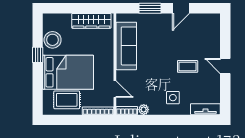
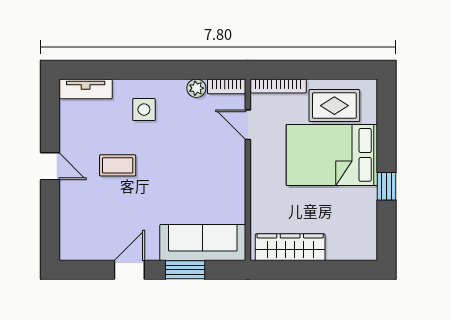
stool: (53, 40) -> (360, 213), removed
sofa: (126, 46) -> (203, 242), moved, turned 90

